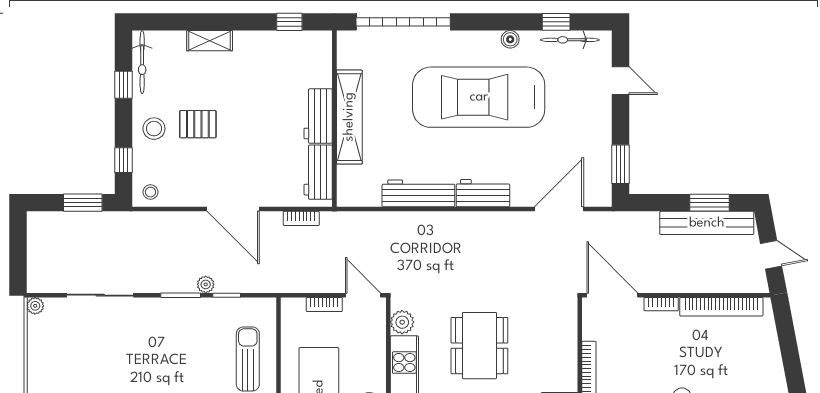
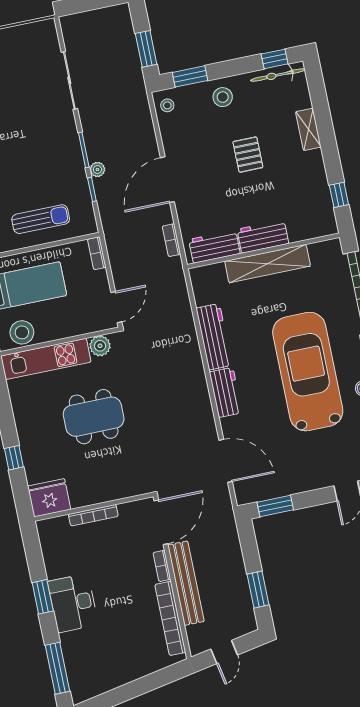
window: (124, 85) -> (275, 59), moved
pallet: (198, 124) -> (248, 155), moved
window: (124, 160) -> (190, 76), width x1.50
bench: (707, 223) -> (186, 583), moved
bookcase: (324, 304) -> (97, 253), moved
plant: (35, 306) -> (49, 26), removed

